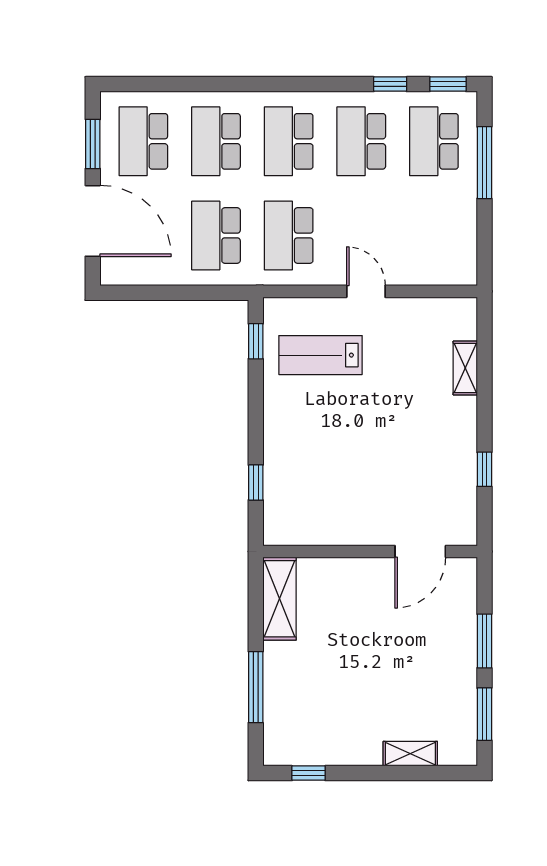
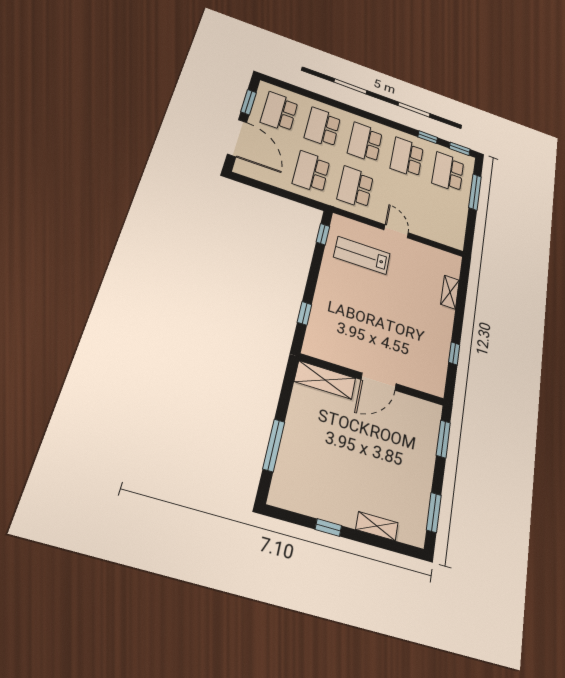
door: (420, 551) -> (379, 382), moved
shelving: (279, 599) -> (325, 380), moved, turned 90
window: (484, 641) -> (443, 439), moved
window: (309, 773) -> (328, 528), moved

